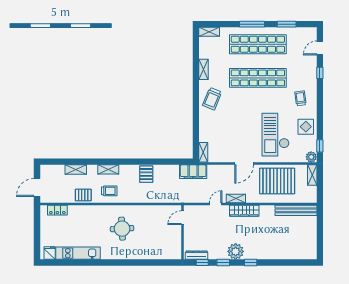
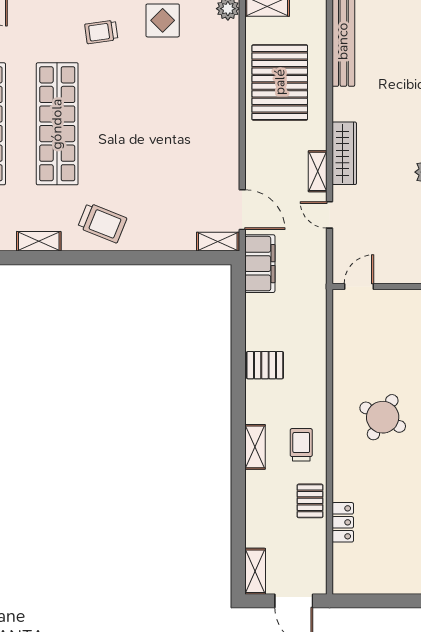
checkout: (276, 135) -> (180, 86), removed
door: (244, 164) -> (242, 210), moved
shelving: (76, 170) -> (255, 571), moved
locker: (57, 210) -> (343, 522), moved
door: (183, 218) -> (359, 287), swing flipped
round table: (122, 229) -> (383, 417), turned 32

